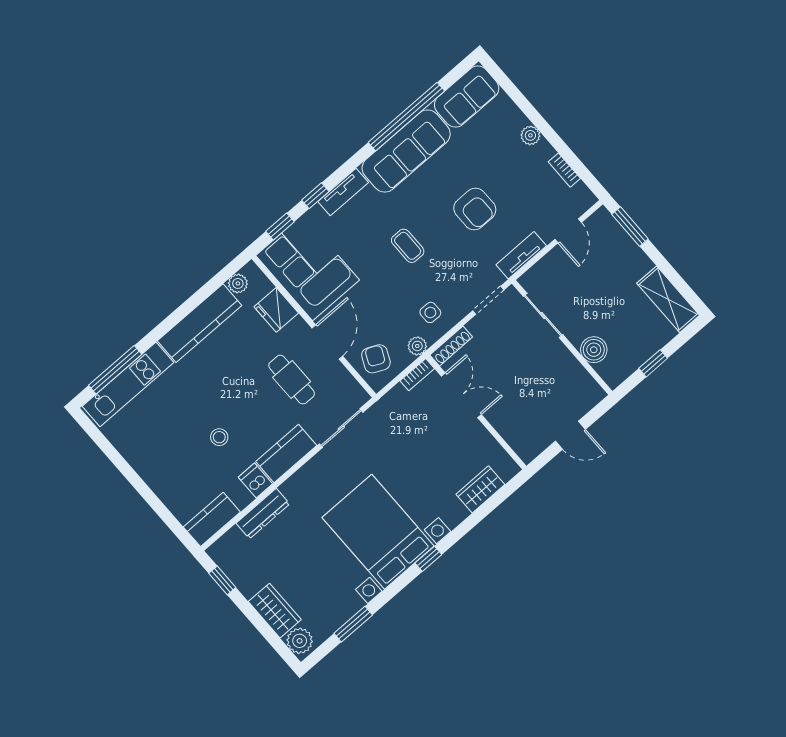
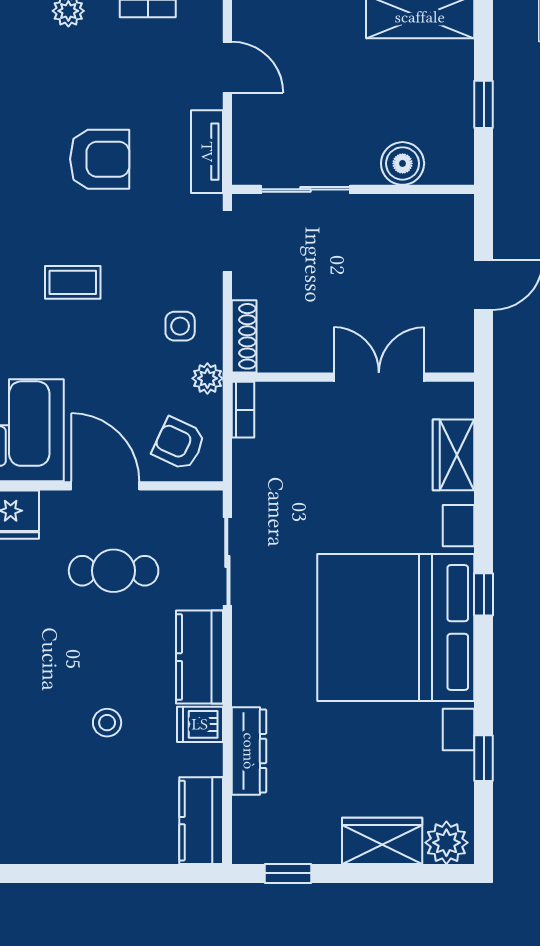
double door: (461, 395) -> (379, 377), moved
bed with nightstands: (378, 532) -> (396, 628), width x1.36
window: (353, 624) -> (484, 758), width x0.67

